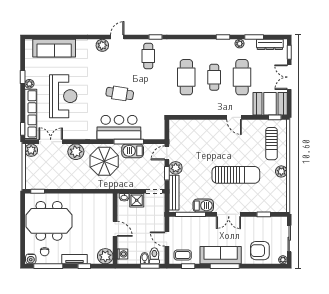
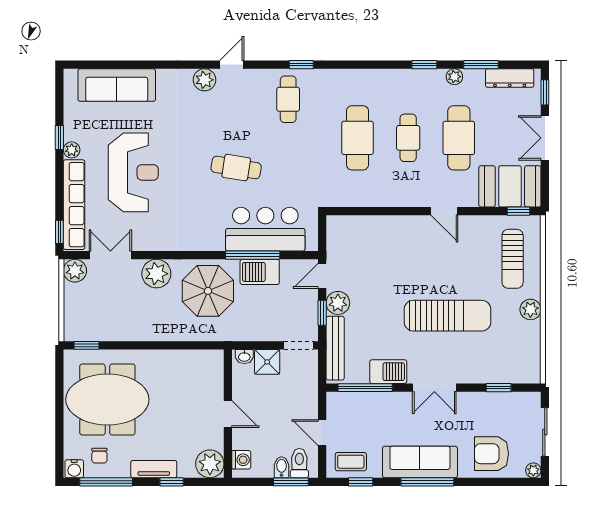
bar counter: (119, 127) -> (265, 229), moved

